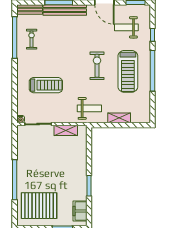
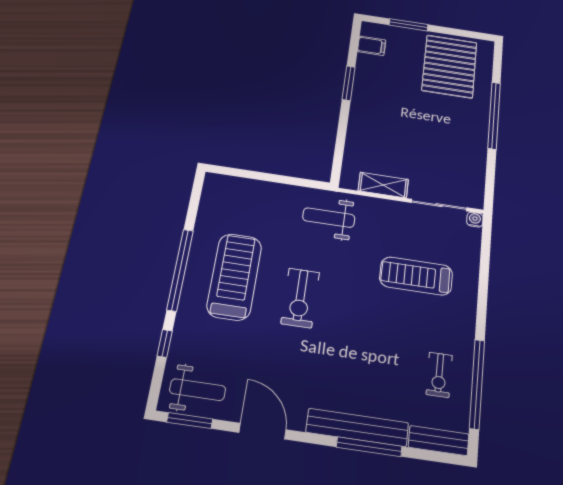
weight bench: (126, 27) -> (198, 390), moved
shelving: (119, 118) -> (269, 191), removed
pallet: (39, 206) -> (449, 66), turned 90
filing cabinet: (80, 211) -> (372, 46), width x0.50

